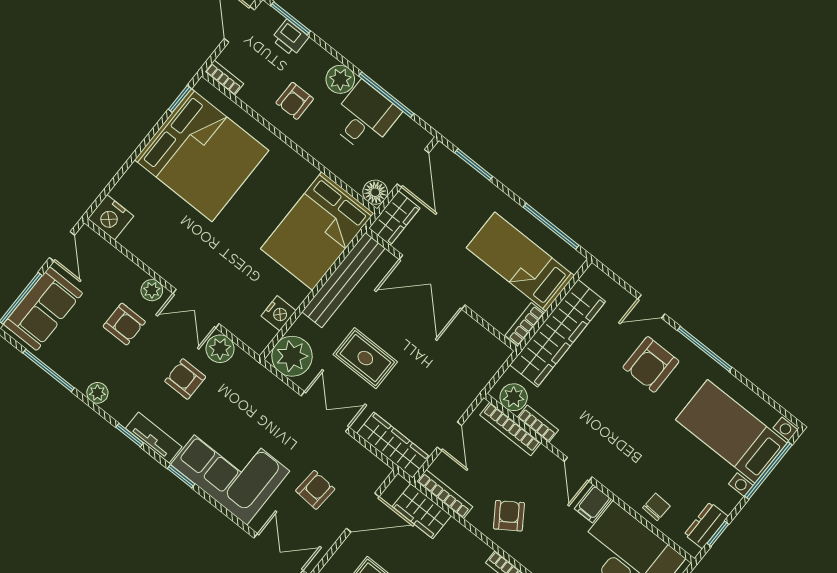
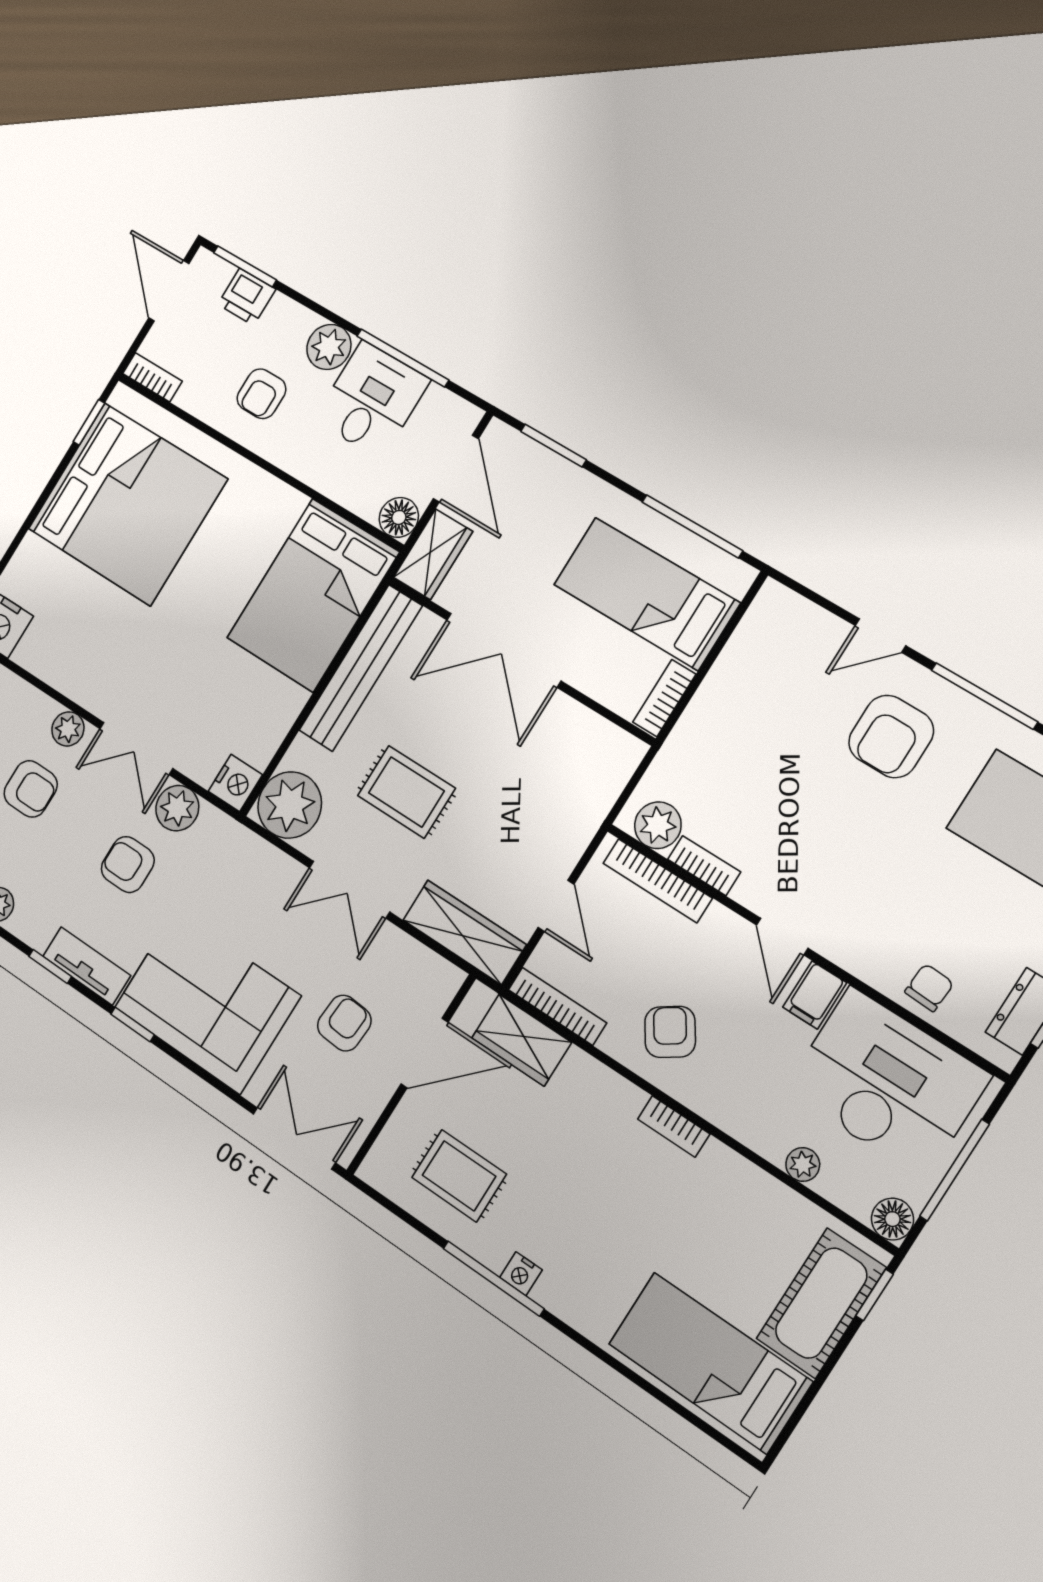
nightstand: (279, 313) -> (235, 783), moved
wardrobe: (558, 333) -> (722, 705), removed
double door: (325, 412) -> (349, 890), swing flipped

